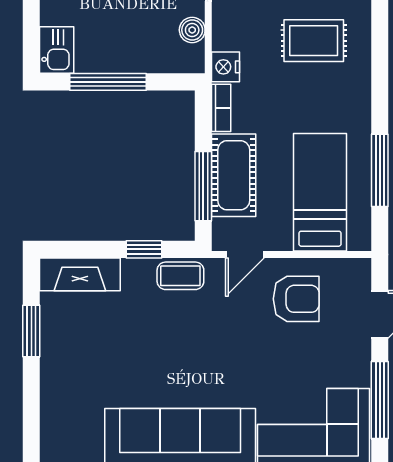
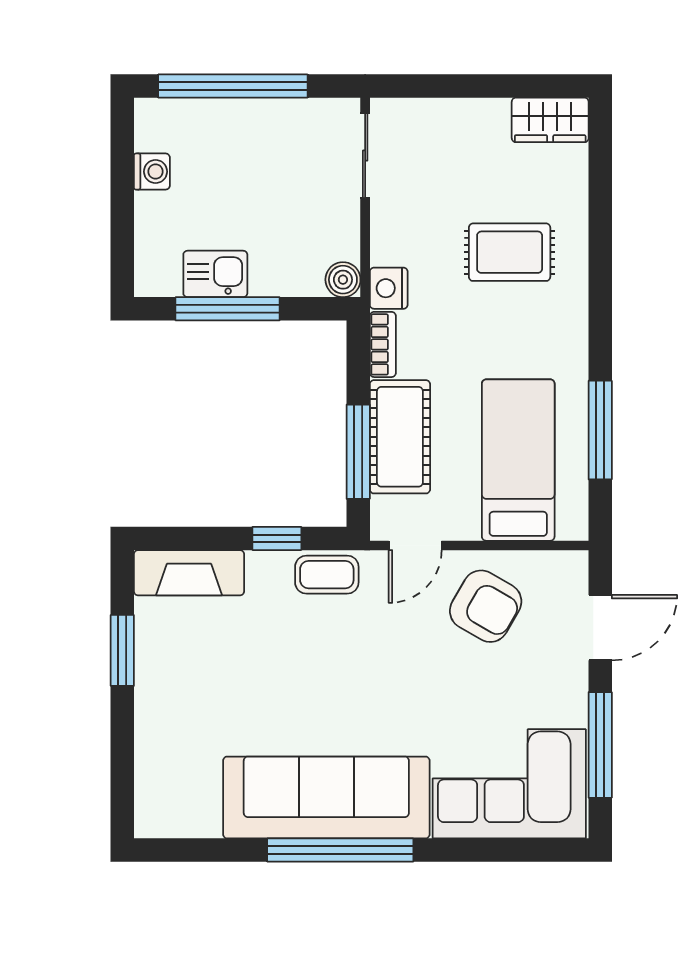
boiler: (192, 30) -> (343, 280), moved
kitchen sink: (57, 50) -> (215, 274), moved, turned -90
armchair: (296, 299) -> (486, 606), turned 30

